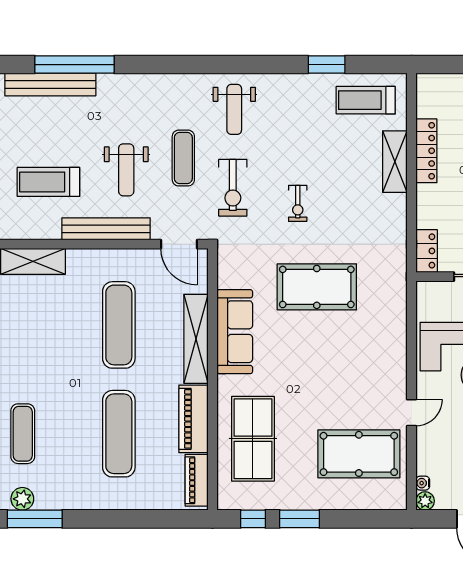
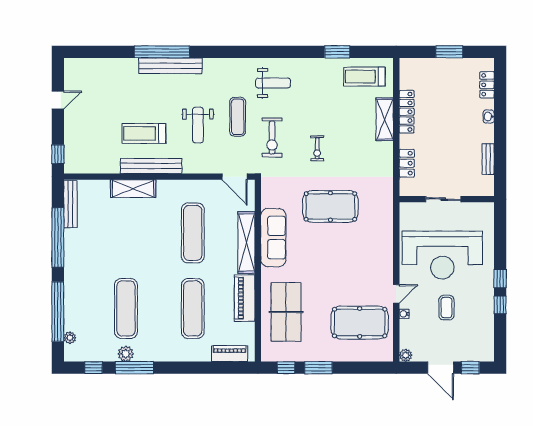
bench: (50, 85) -> (170, 66), moved
weight bench: (234, 109) -> (273, 83), turned -90
bench: (106, 229) -> (151, 166), moved
locker: (427, 251) -> (407, 163), moved
exercise mat: (23, 434) -> (126, 308), width x1.36, depth x1.45
piano: (197, 480) -> (230, 354), moved, turned 90
water cooler: (423, 483) -> (404, 314), moved

